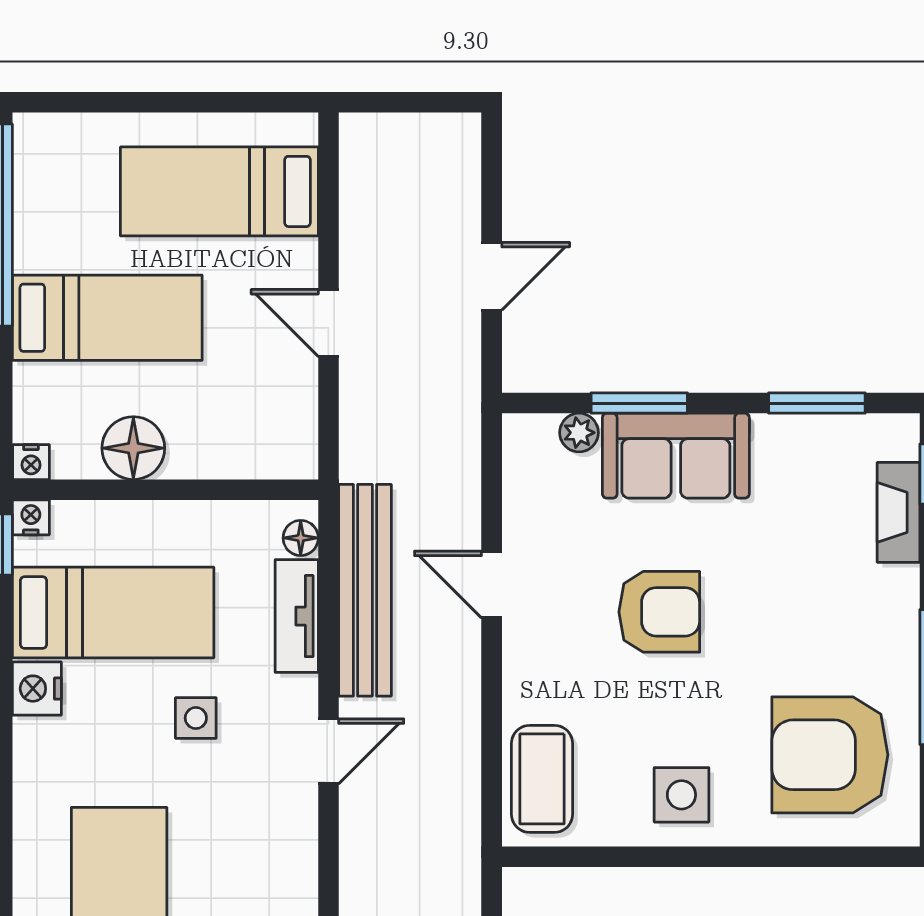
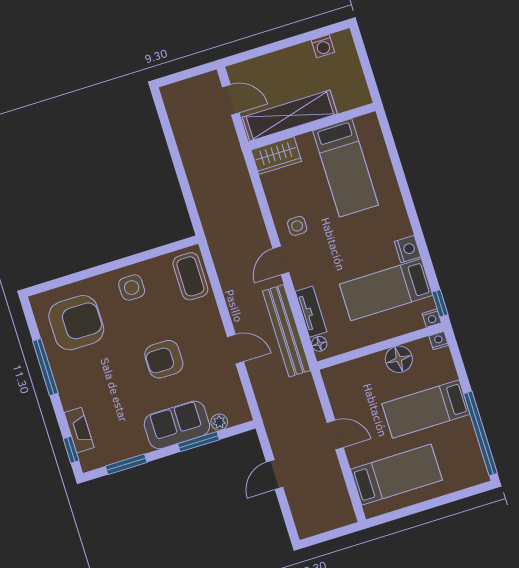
side table: (196, 718) -> (297, 226), moved

